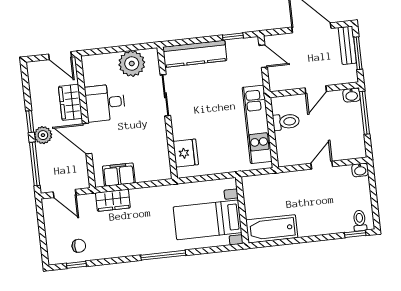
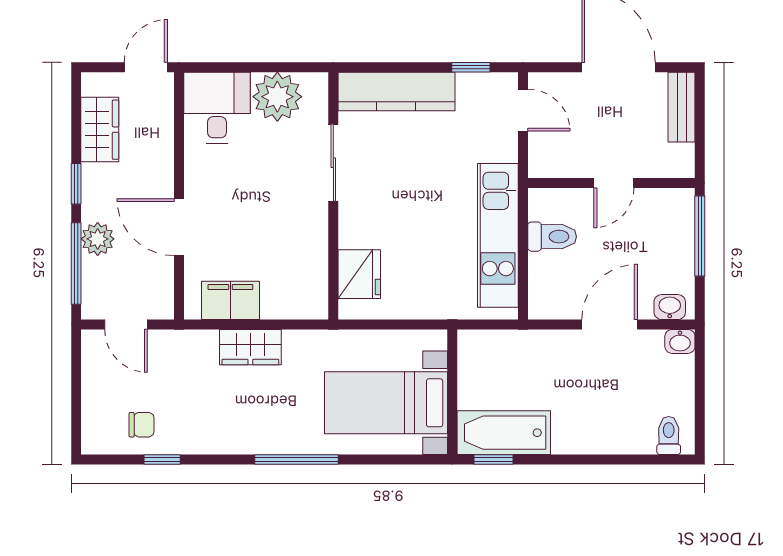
window: (358, 53) -> (700, 124), removed
door: (60, 56) -> (146, 67), swing flipped
washbasin: (352, 95) -> (670, 307), moved, turned 180
wardrobe: (70, 102) -> (100, 130), moved, turned 180
desk: (105, 103) -> (217, 108), moved, turned 90
plant: (43, 135) -> (98, 239), moved
door: (322, 165) -> (610, 324), width x1.38
wardrobe: (113, 200) -> (250, 347), moved
window: (355, 234) -> (494, 459), moved
window: (76, 265) -> (162, 459), moved

